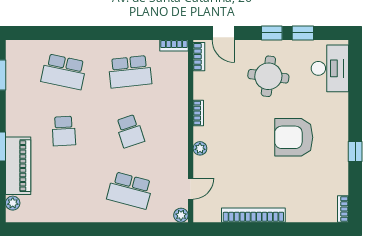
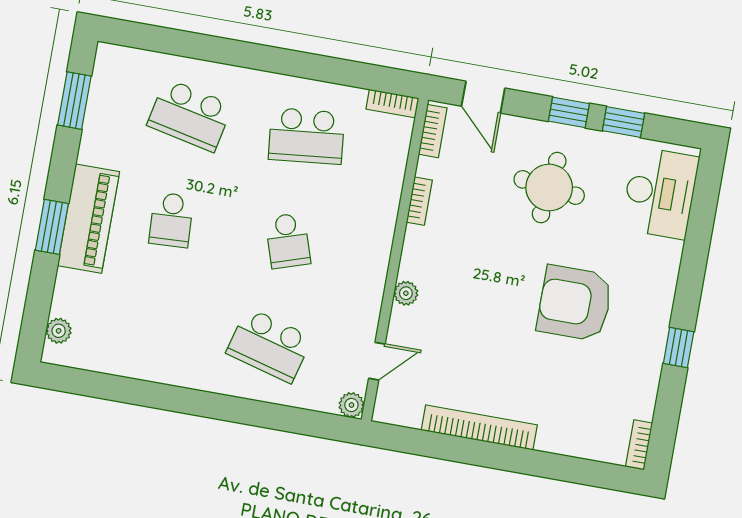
bookcase: (198, 113) -> (419, 201), moved
piano: (18, 166) -> (88, 219), moved

